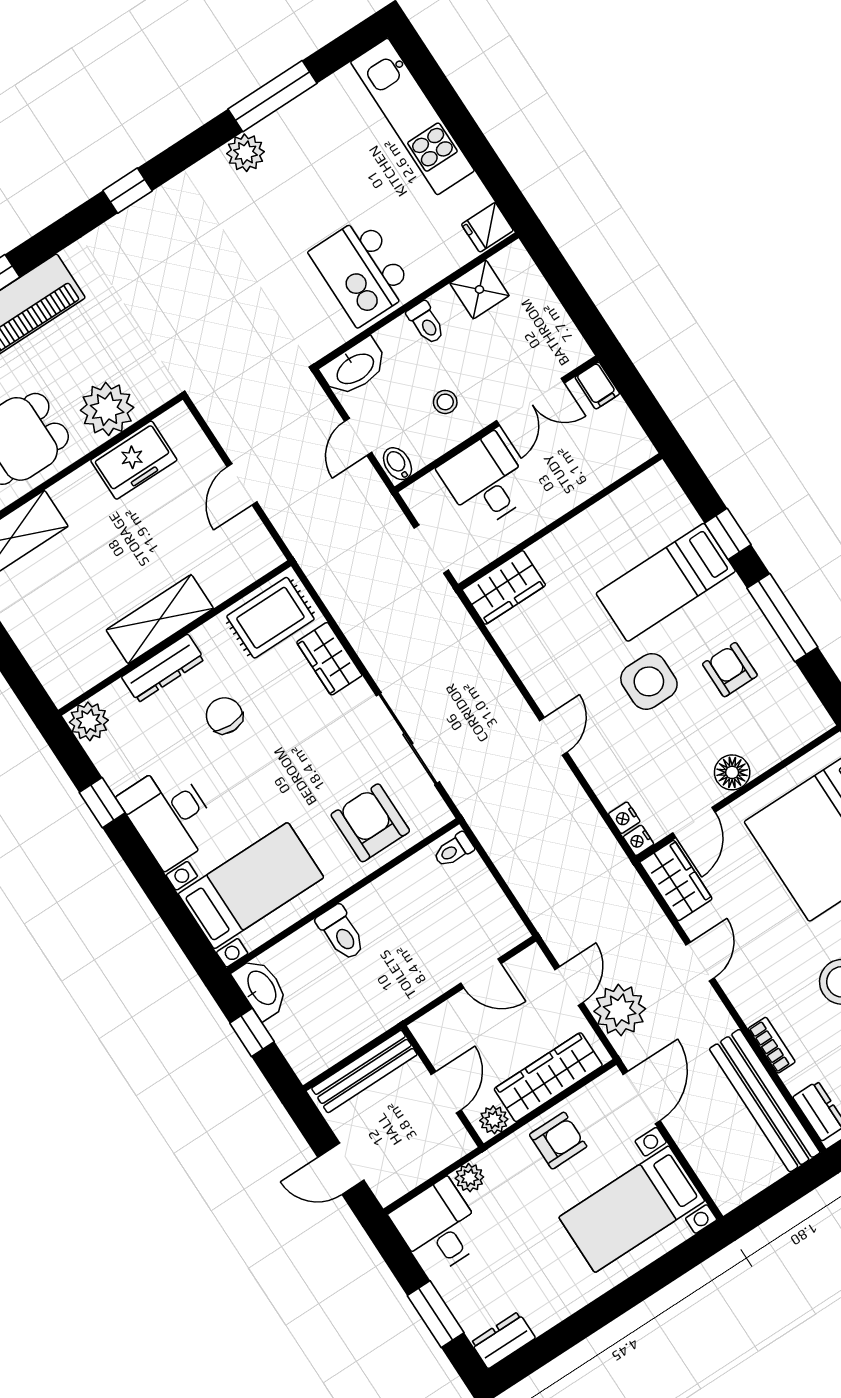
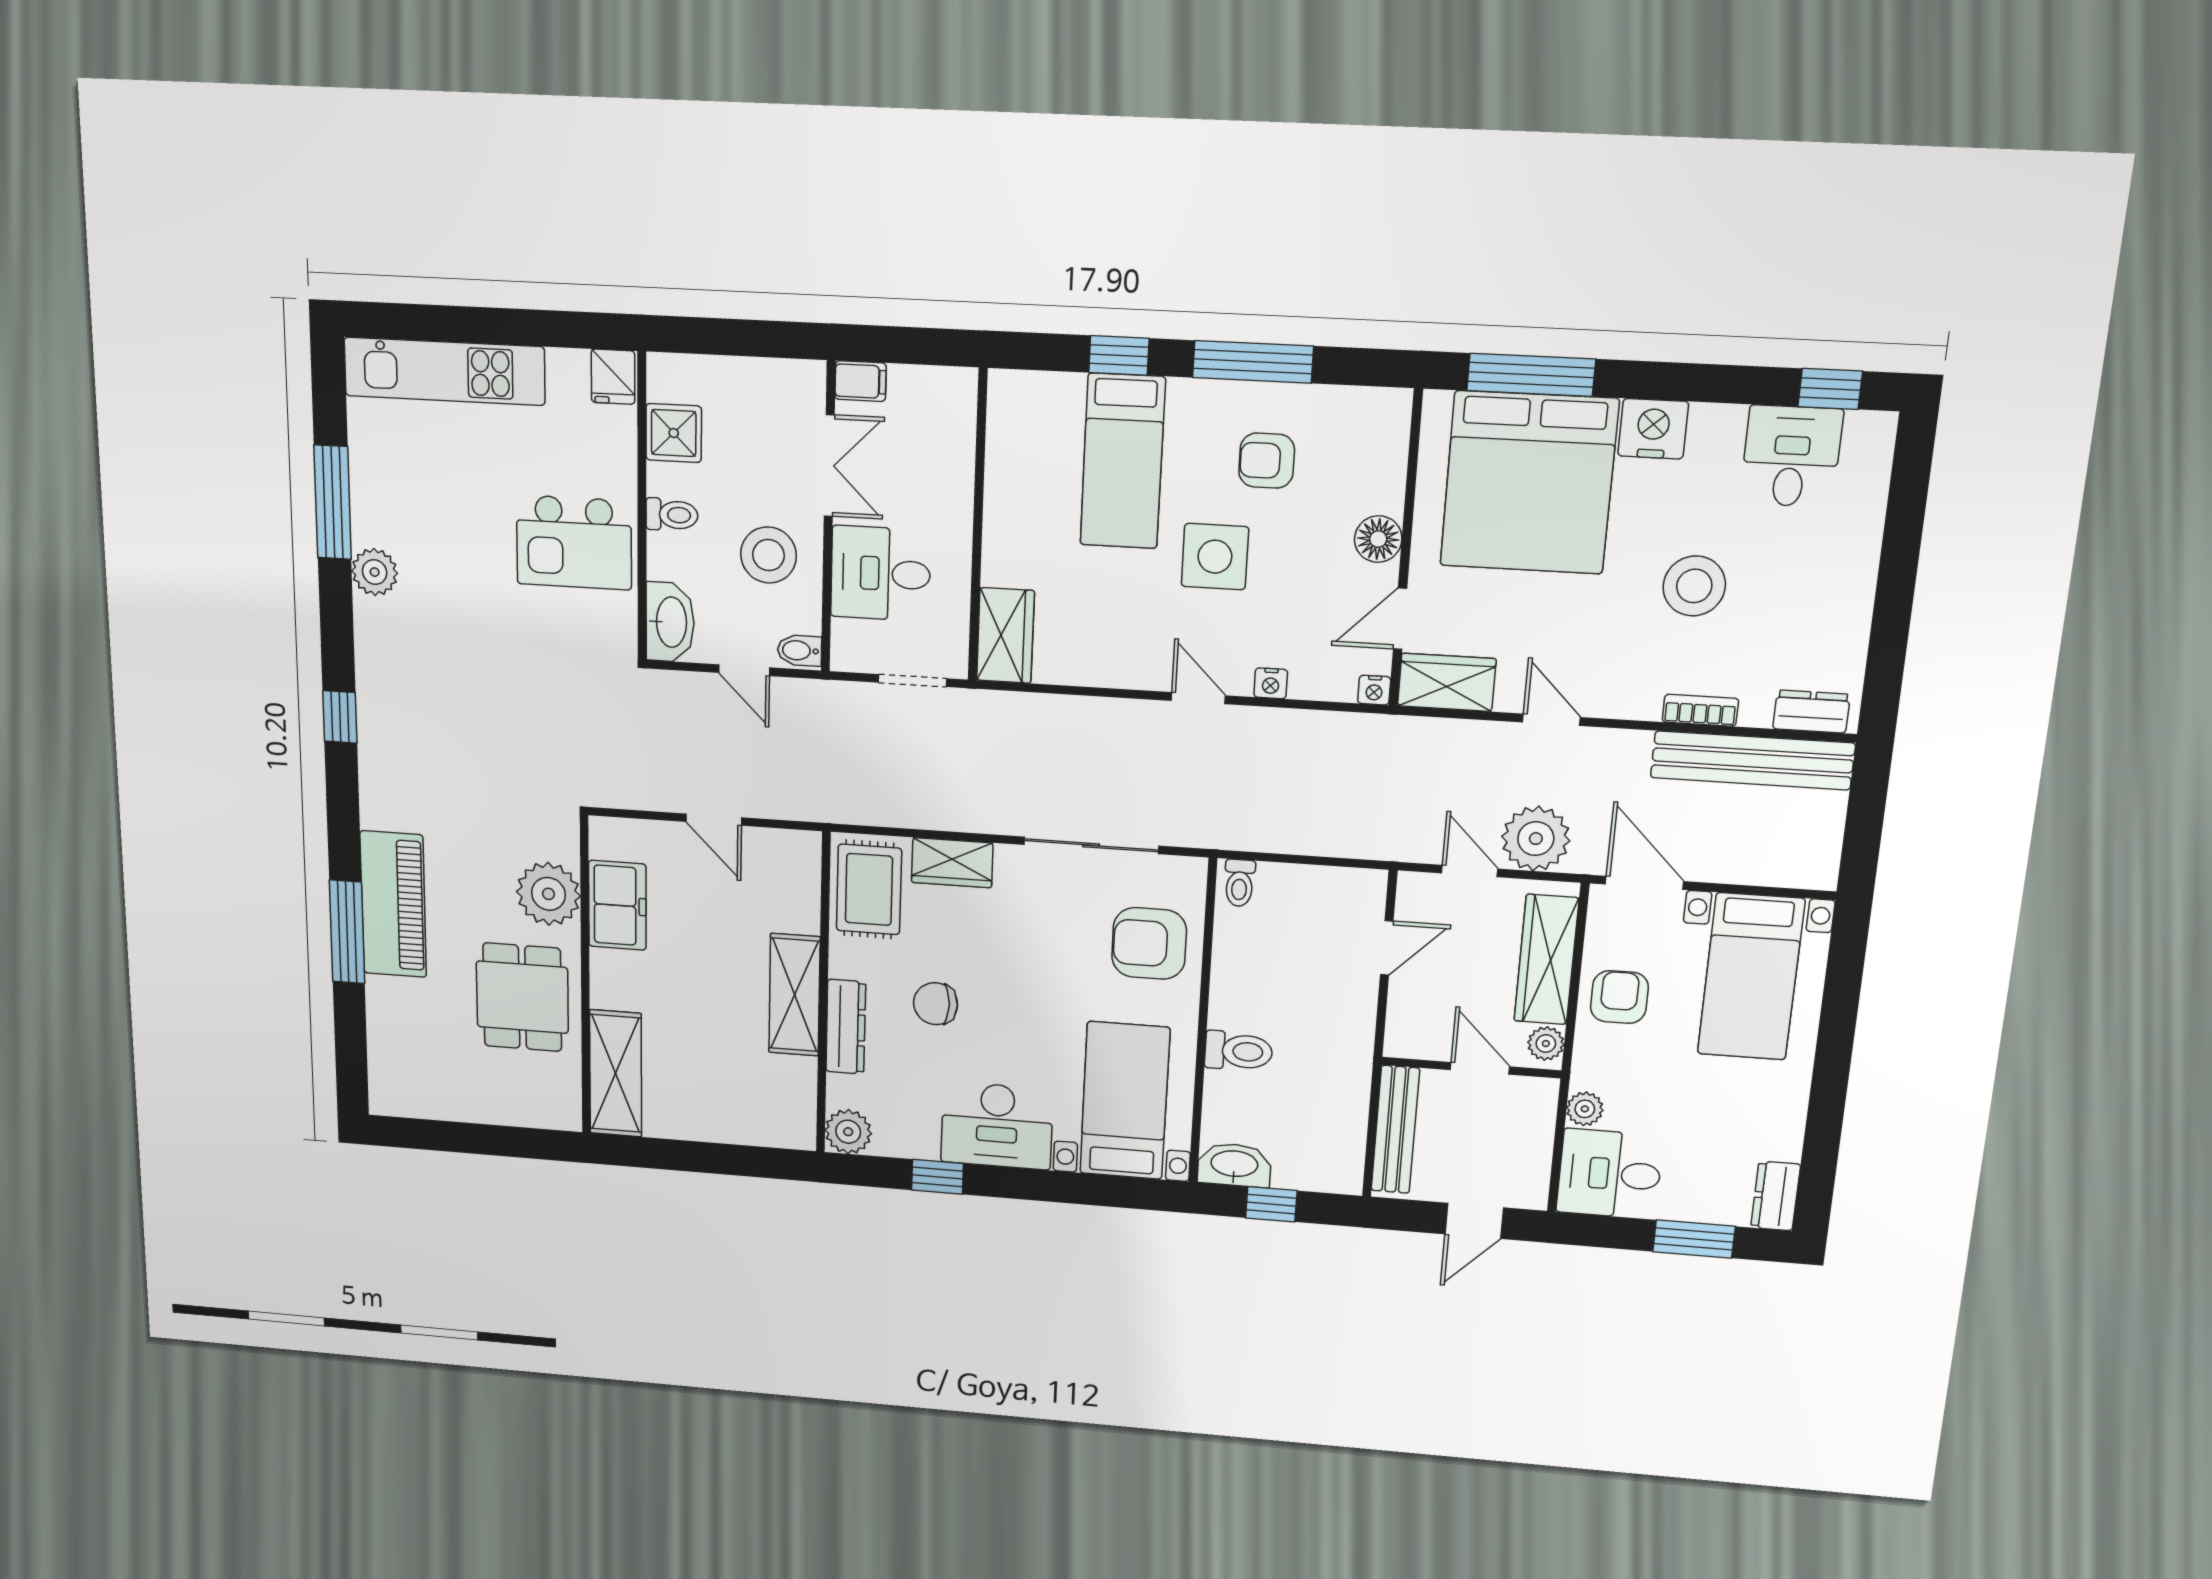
stool: (445, 402) -> (768, 555), width x1.89, depth x1.89
nightstand: (624, 818) -> (1271, 683), moved
door: (694, 822) -> (1400, 619), swing flipped

